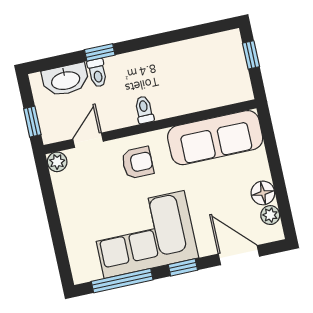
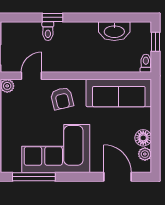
washbasin: (65, 80) -> (114, 31), moved
toilet: (144, 110) -> (146, 63), moved
armchair: (137, 163) -> (62, 98), turned 77
window: (183, 267) -> (77, 177), removed

